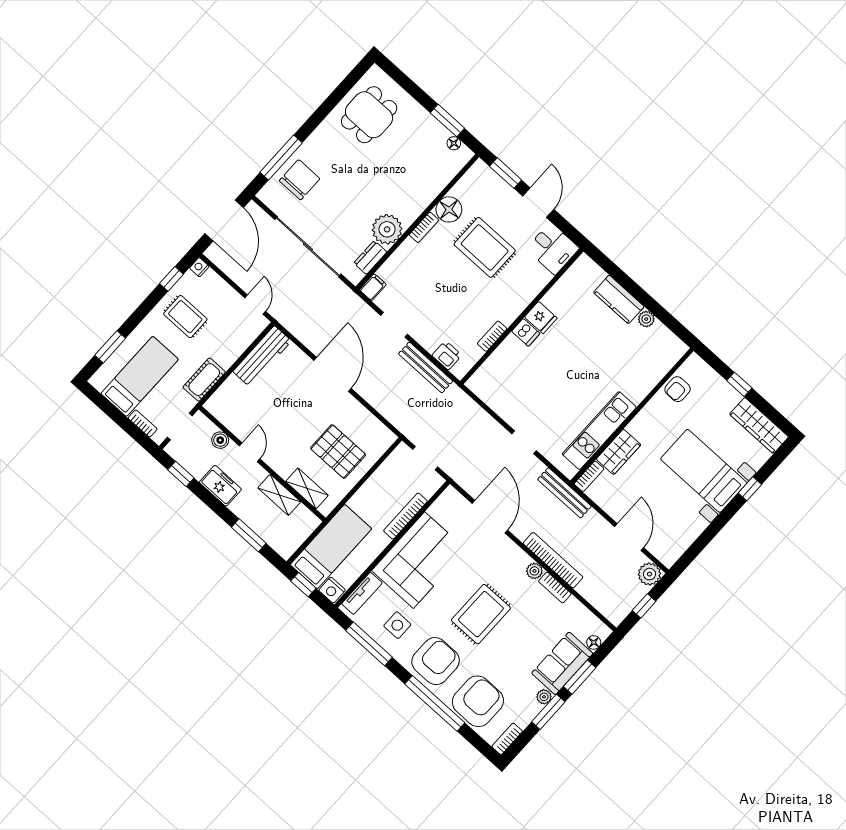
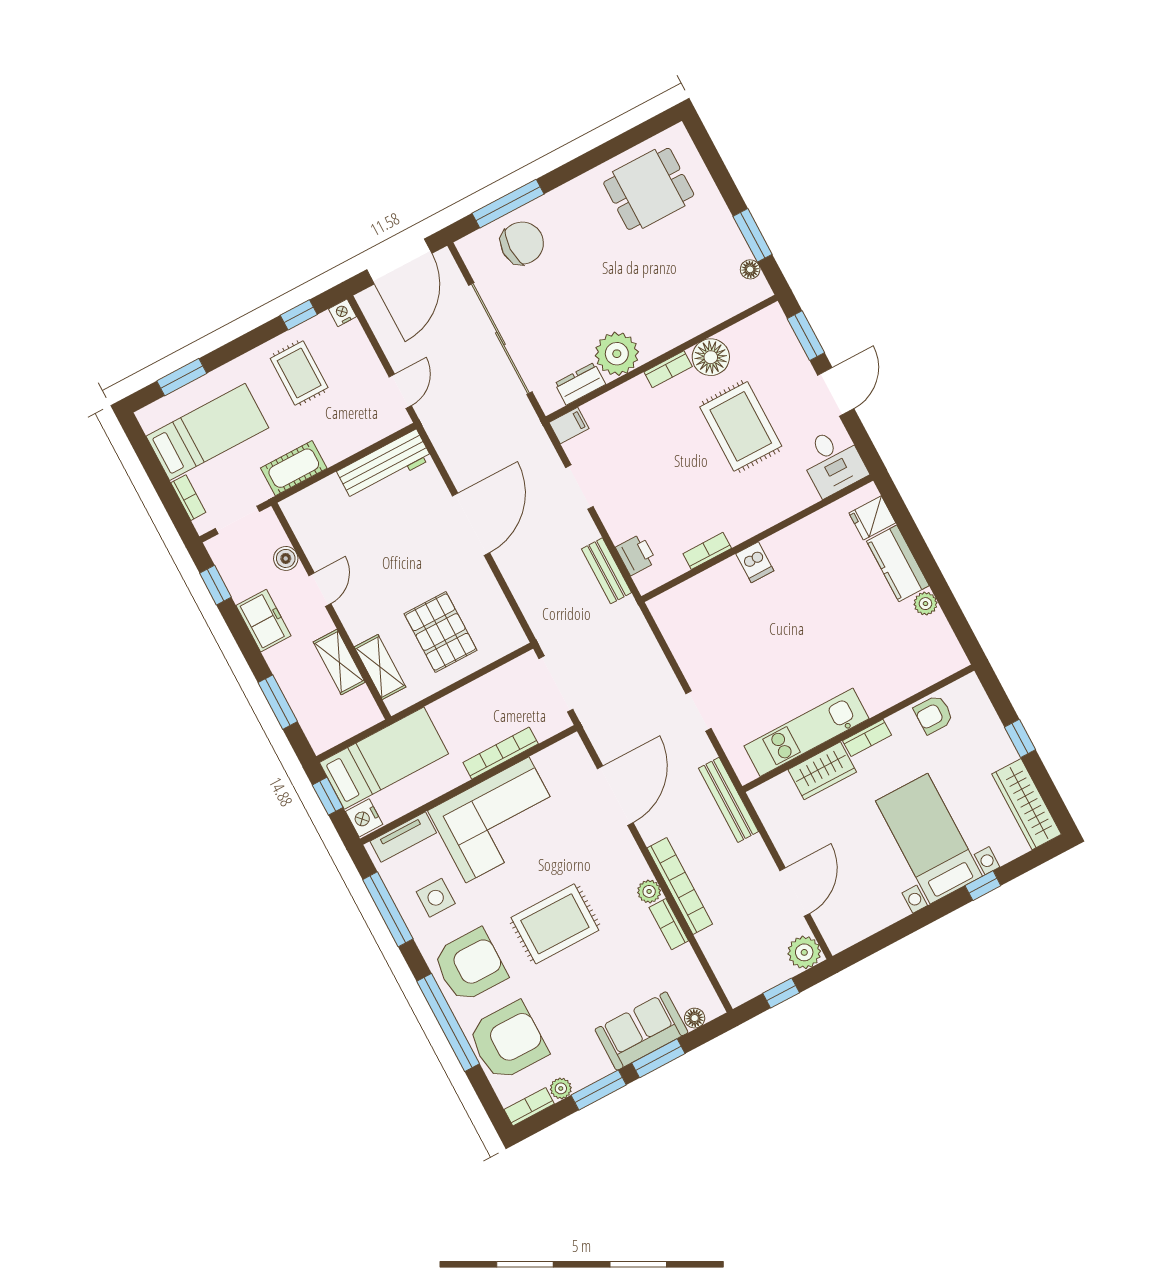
fridge: (541, 318) -> (872, 518), moved, turned 90
bench: (426, 367) -> (607, 571), width x0.73
doorway: (425, 458) -> (556, 684), width x1.38
bookcase: (589, 476) -> (867, 738), moved
plant: (544, 697) -> (561, 1088), moved

